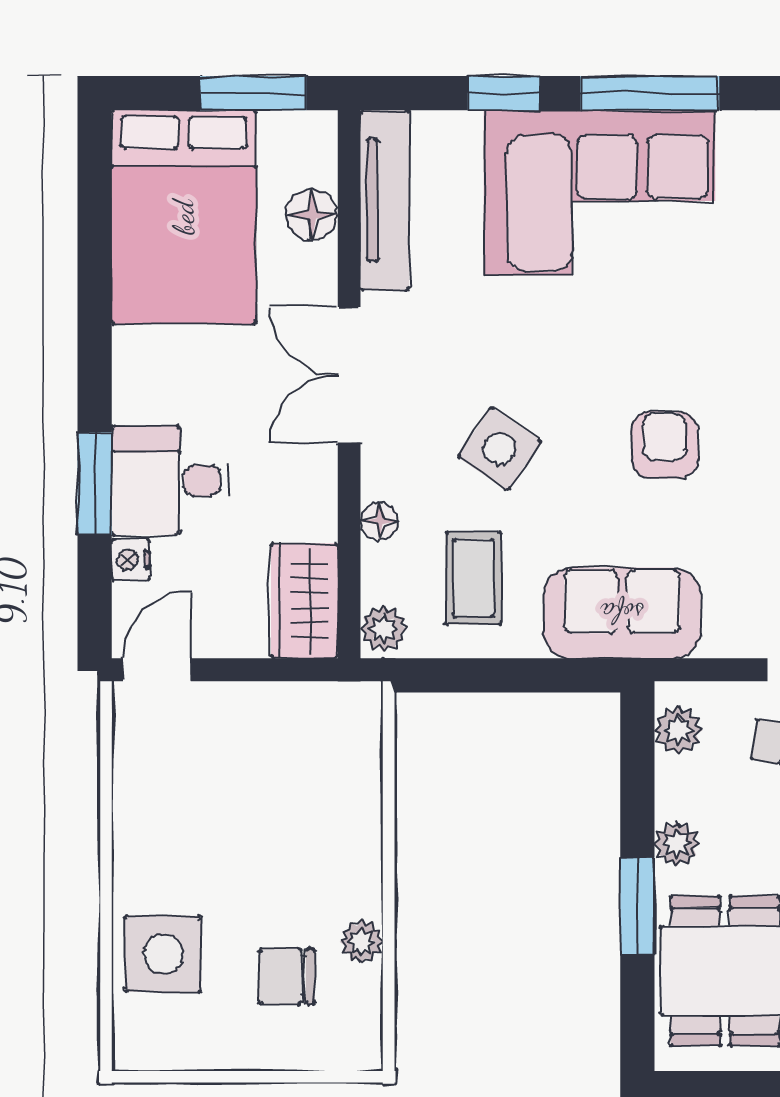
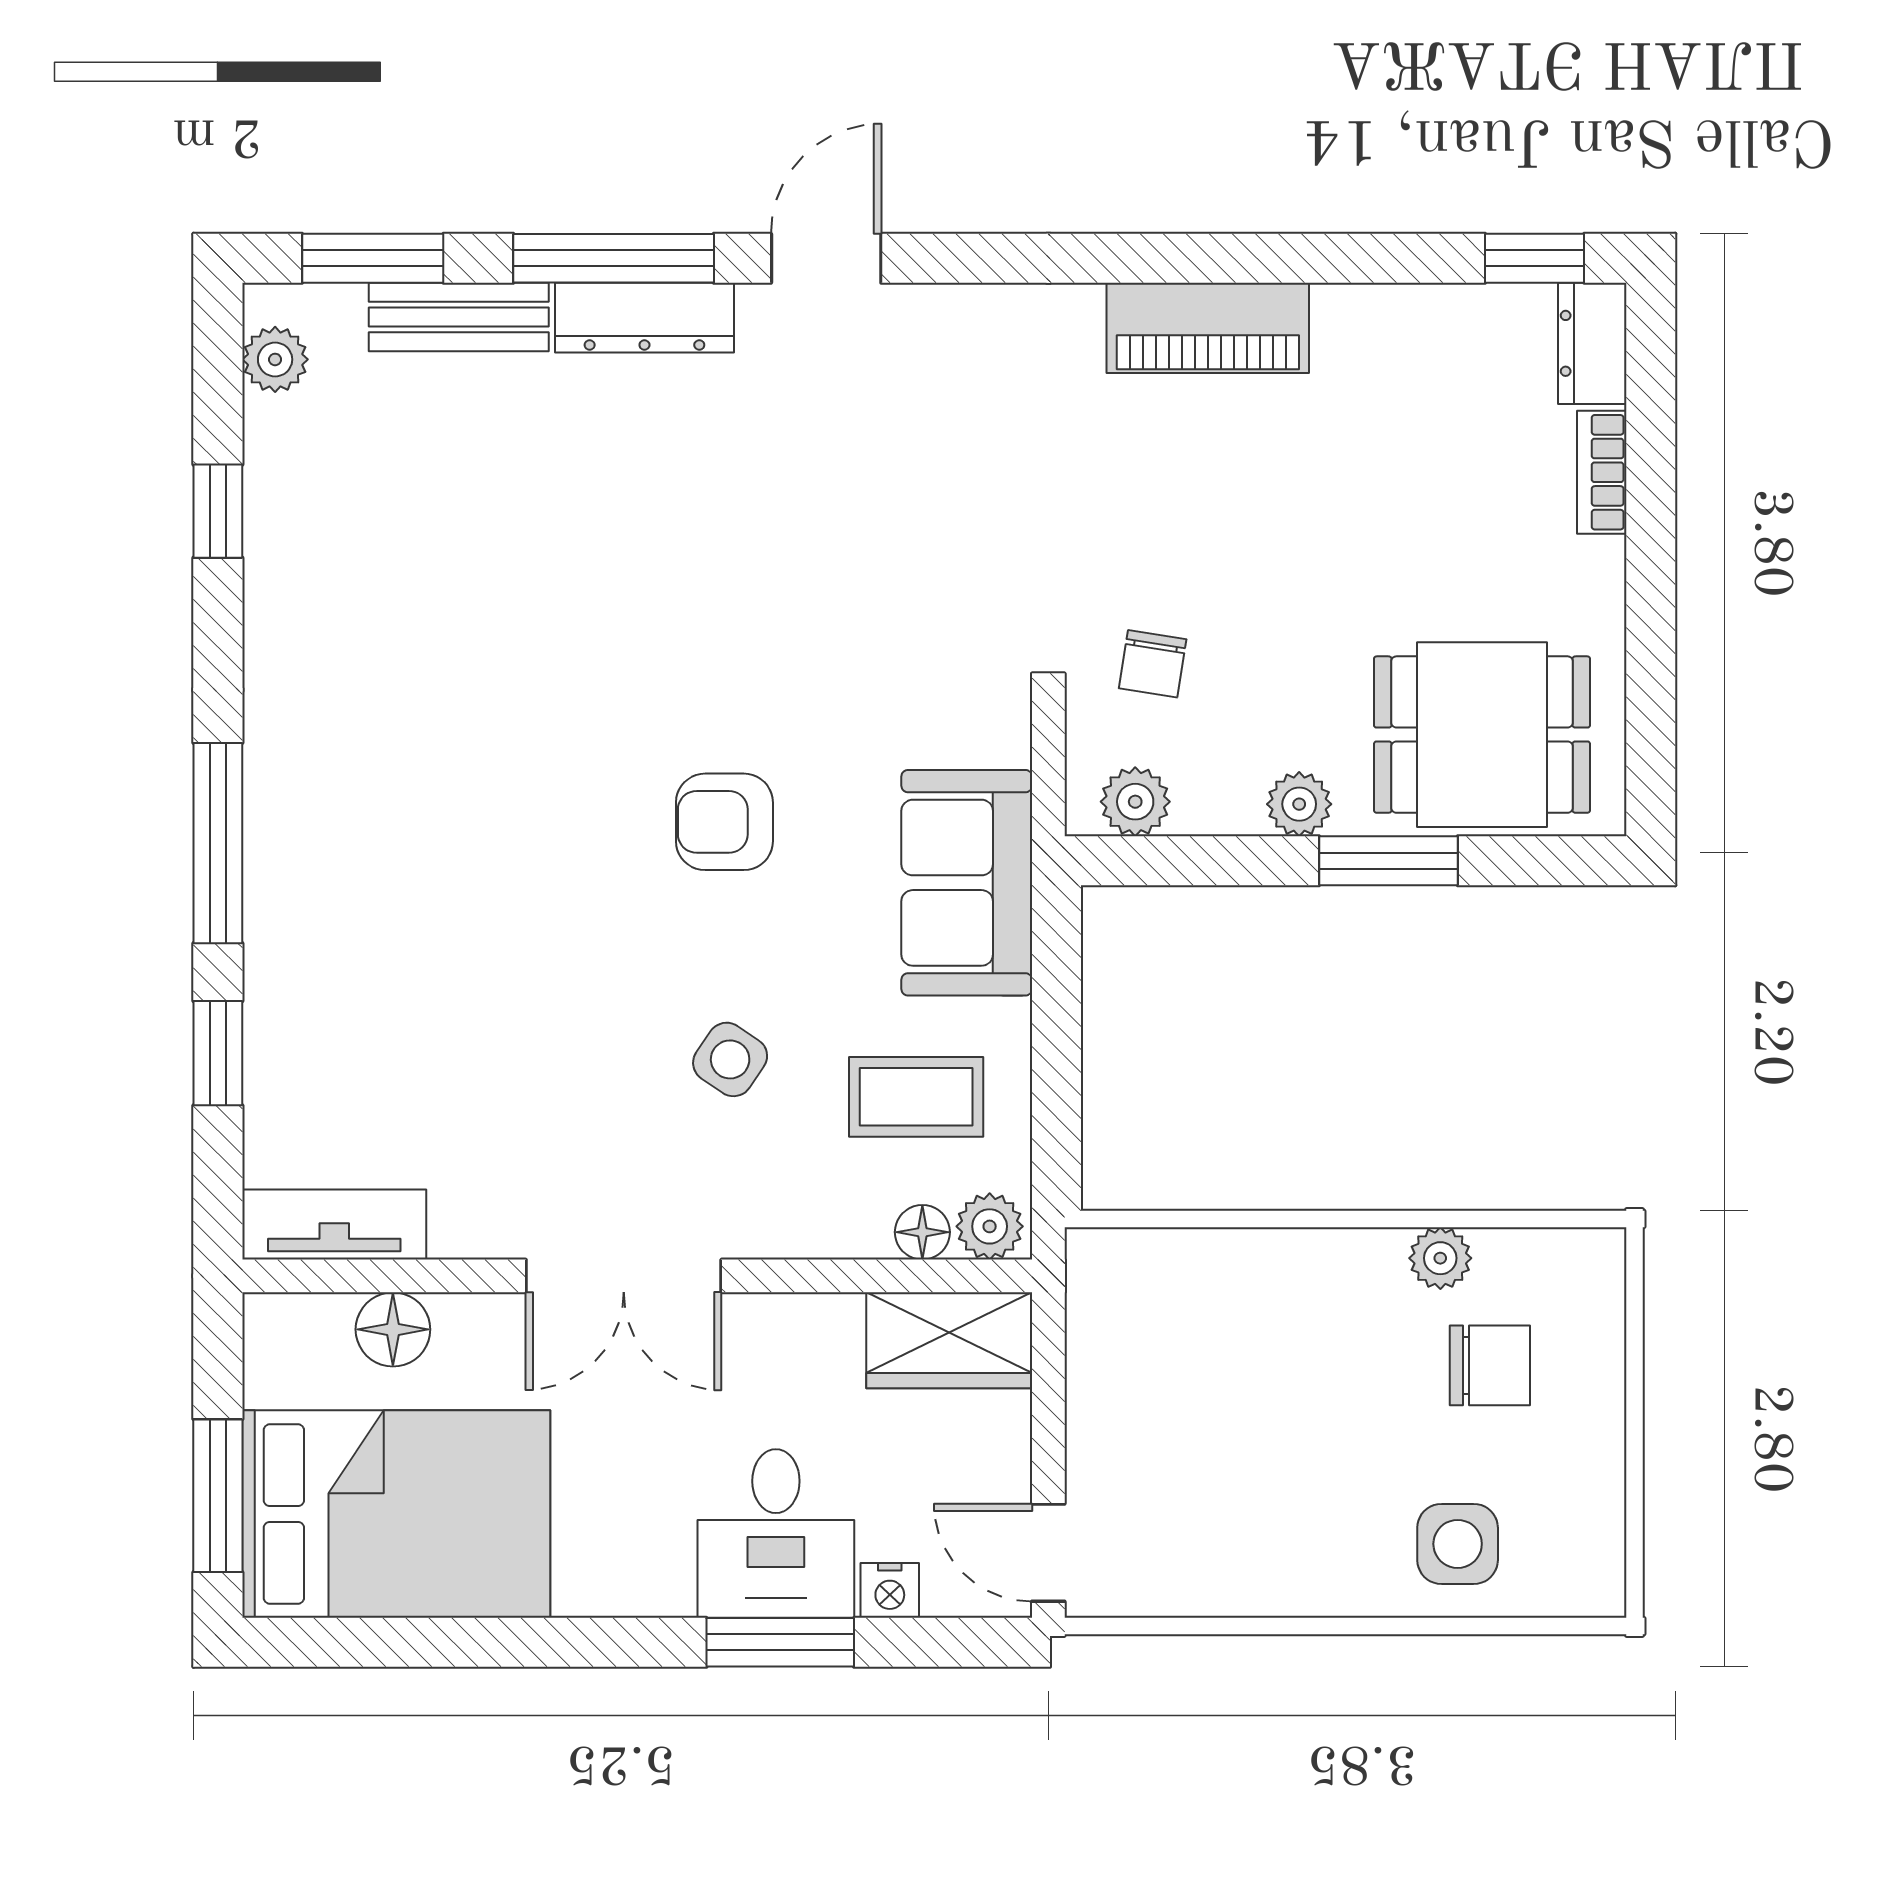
window: (253, 93) -> (218, 1496), moved
corner sofa: (599, 193) -> (361, 915), removed
tv unit: (385, 200) -> (334, 1225), width x0.71
side table: (499, 449) -> (730, 1059), width x0.73, depth x0.73
floor lamp: (379, 521) -> (922, 1232), moved
side table: (163, 954) -> (1458, 1544), width x0.73, depth x0.73
chair: (287, 976) -> (1490, 1365), turned -90

